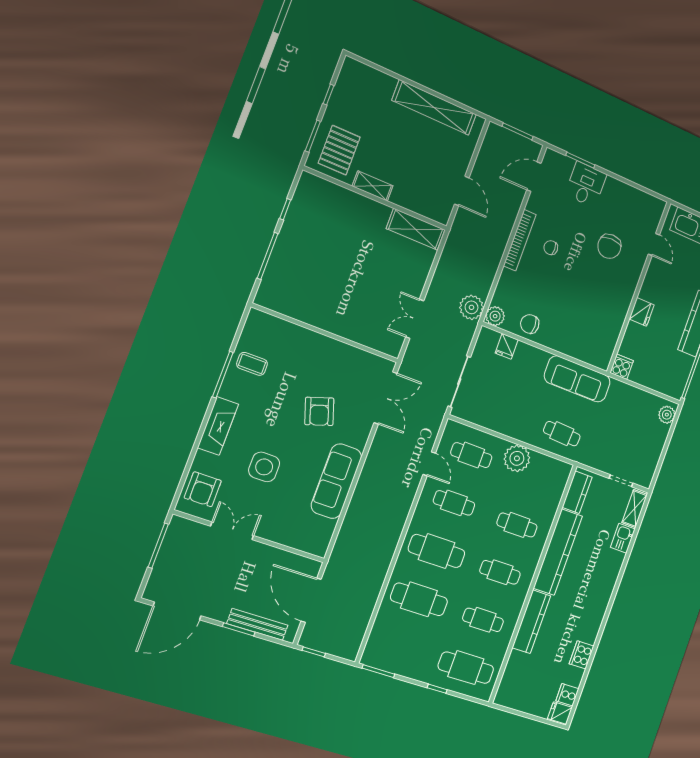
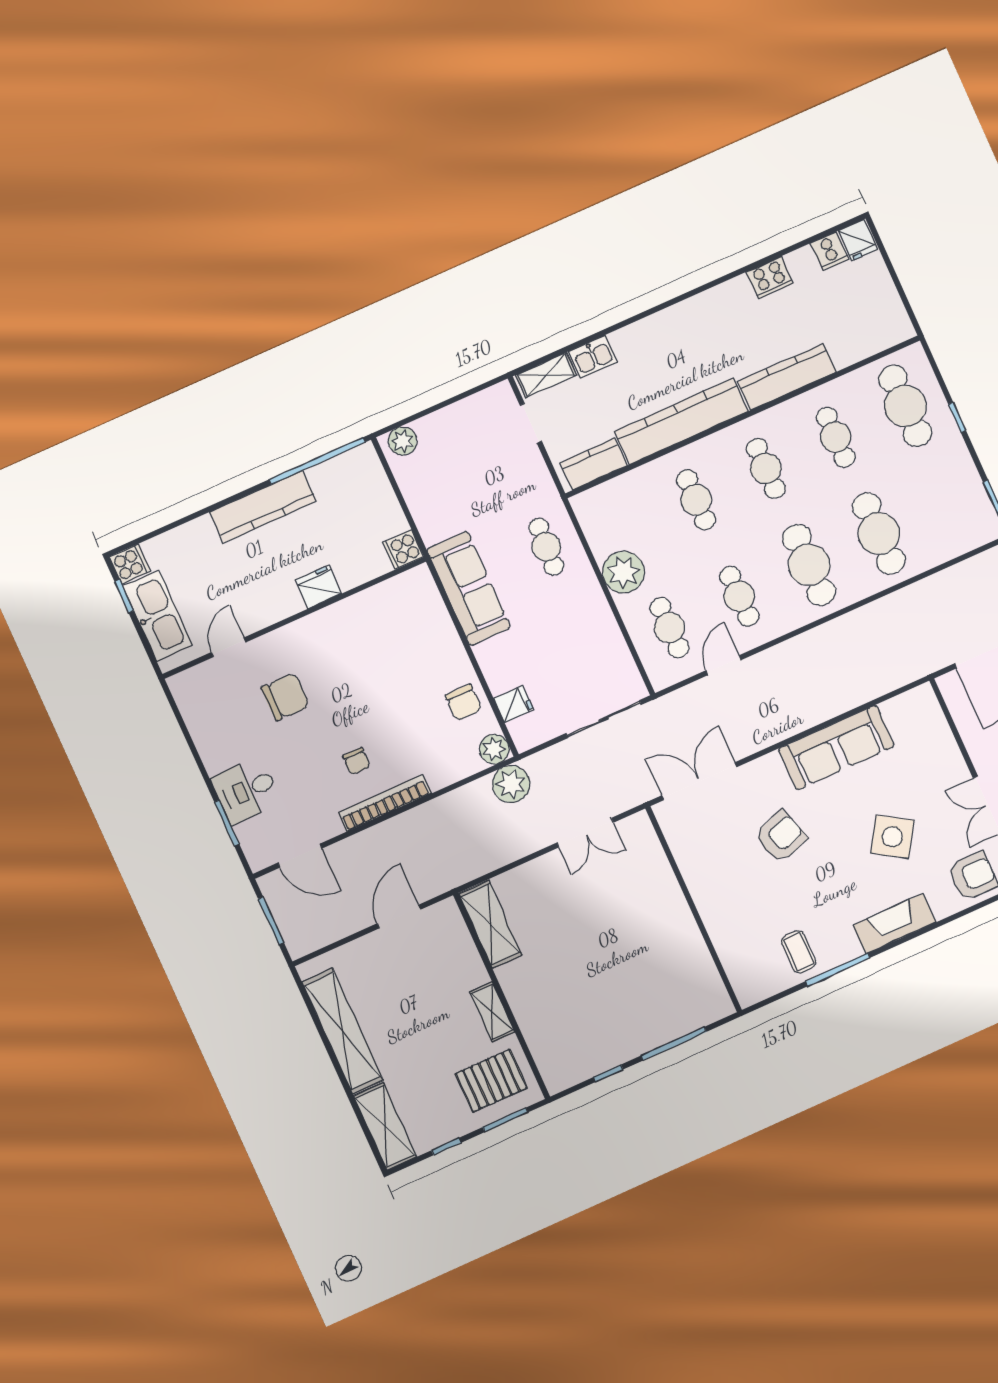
shelving: (368, 77) -> (385, 1127), added
side table: (264, 467) -> (892, 837), turned 32

